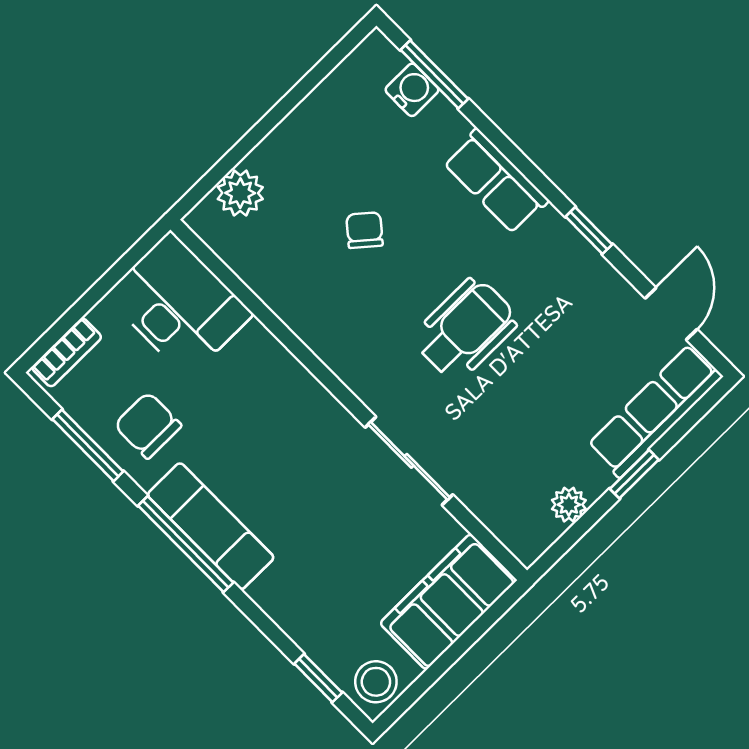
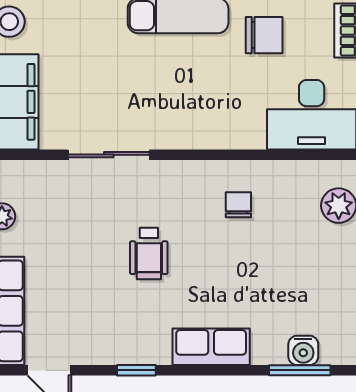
chair: (364, 230) -> (238, 205), moved, turned -130
wheelchair: (465, 329) -> (149, 253), width x0.73, depth x0.73

